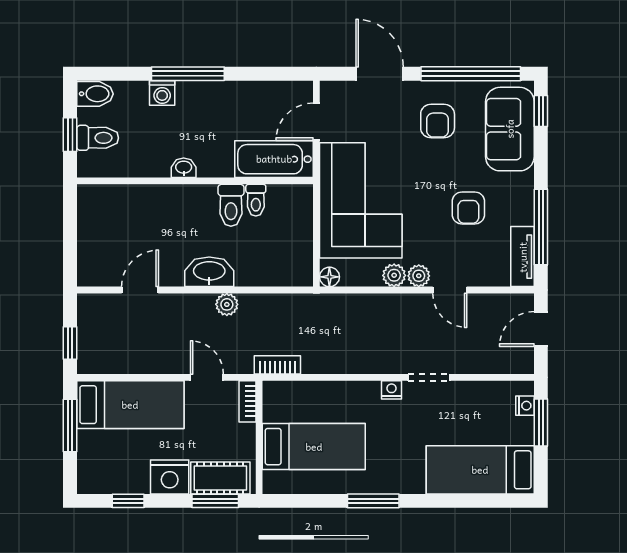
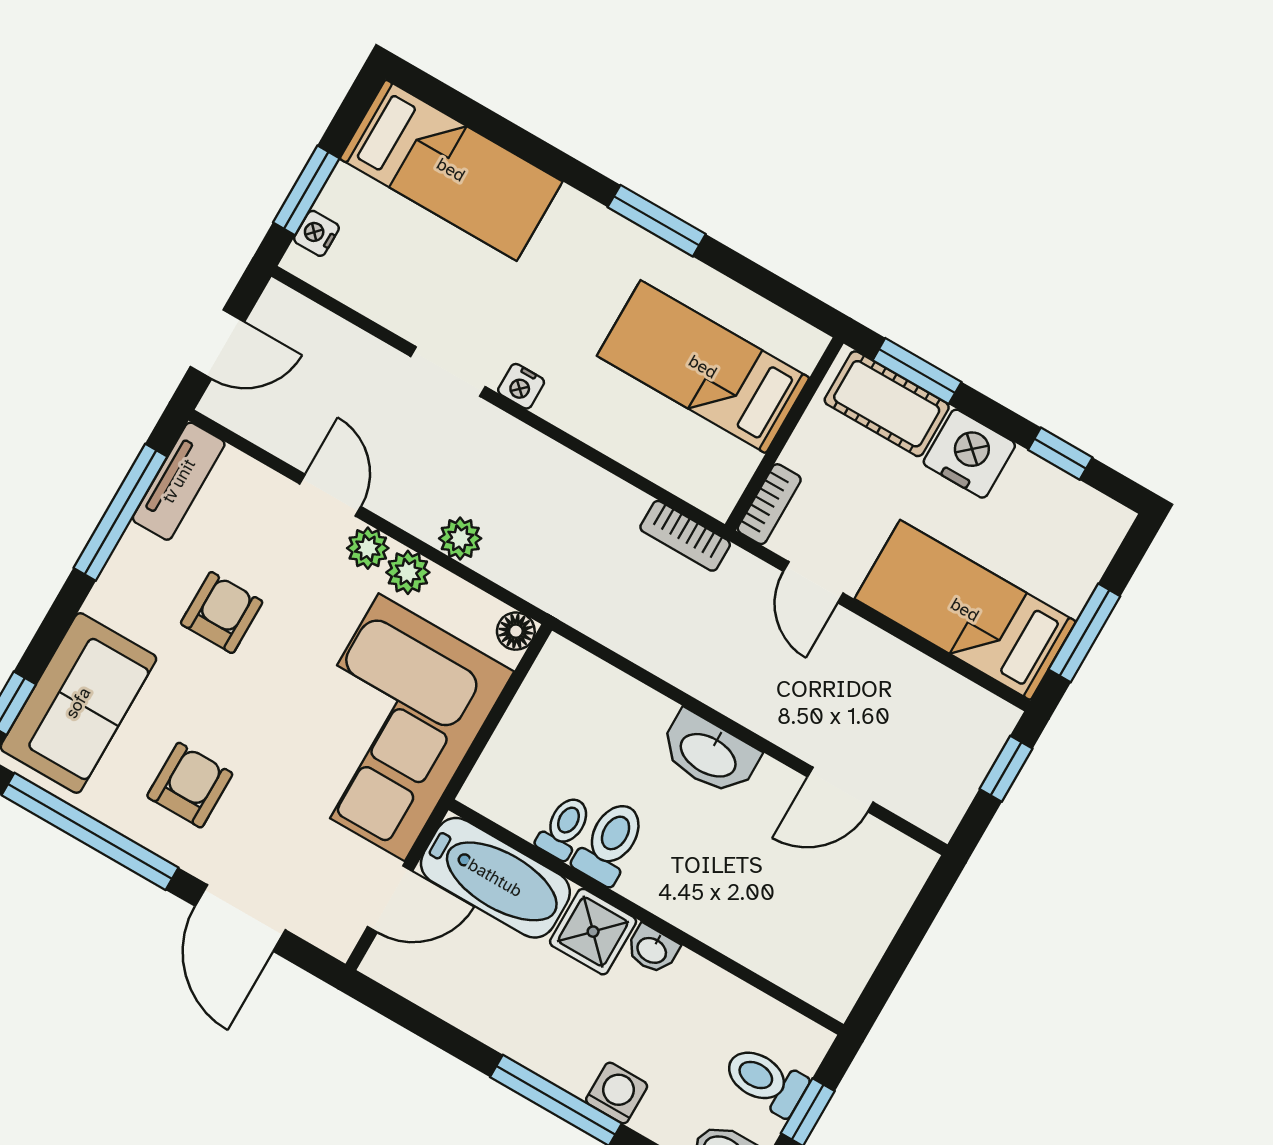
shower: (215, 160) -> (593, 932), added
plant: (227, 304) -> (460, 538), moved

